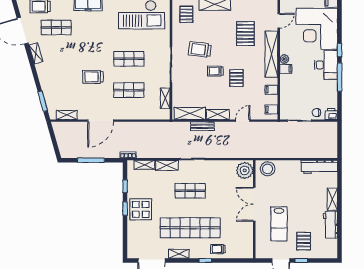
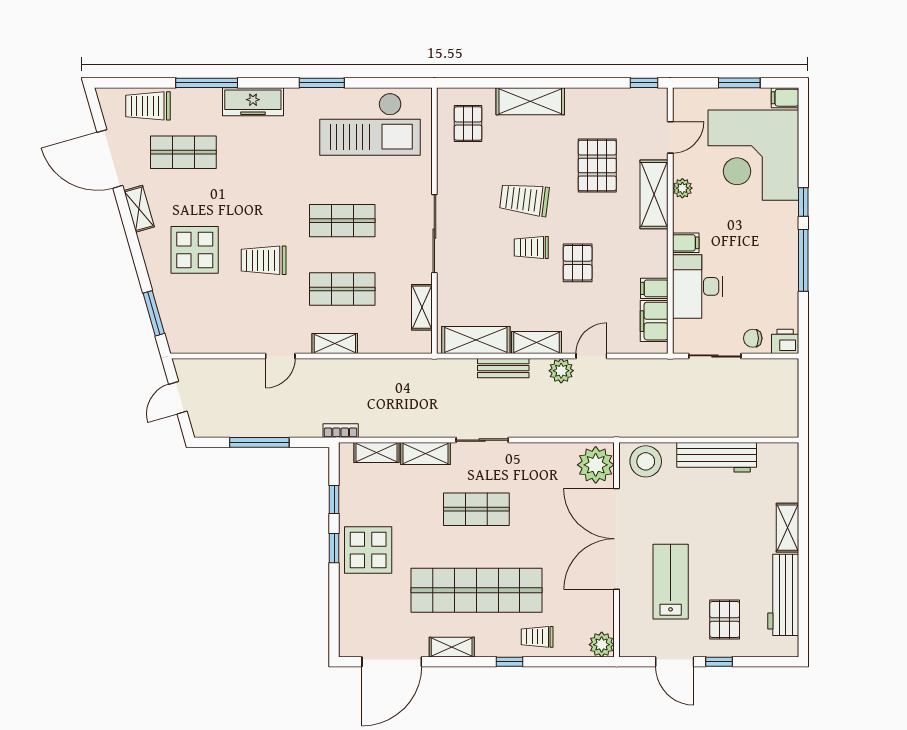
trolley: (200, 49) -> (524, 199), moved
shelving: (271, 54) -> (654, 194), width x0.68
plant: (284, 59) -> (682, 188), moved
desk: (326, 65) -> (698, 286), moved, turned 180
display table: (61, 72) -> (195, 250), added
filing cabinet: (271, 109) -> (654, 321), width x2.00
shelving: (67, 115) -> (335, 344), moved
door: (100, 121) -> (280, 356), width x0.53
plant: (229, 127) -> (561, 371), added
door: (54, 140) -> (178, 398), added
workbench: (319, 167) -> (717, 457), moved
double door: (254, 204) -> (616, 539), width x1.36
lab bench: (279, 224) -> (671, 582), turned 180
workbench: (330, 225) -> (783, 595), width x1.38
plant: (247, 253) -> (602, 645), added

